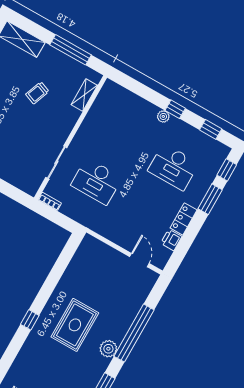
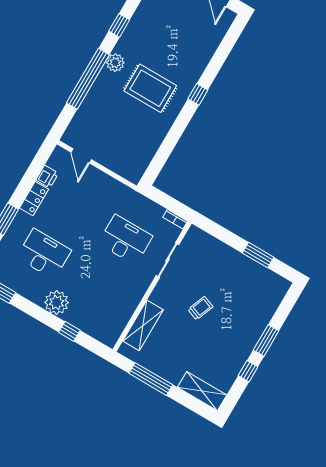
trolley: (37, 93) -> (200, 308), moved
shelving: (84, 95) -> (143, 325), width x1.50, depth x1.33
window: (175, 109) -> (69, 331), moved
plant: (163, 116) -> (57, 302), width x1.87, depth x1.87
rug: (75, 325) -> (150, 88), turned 90

